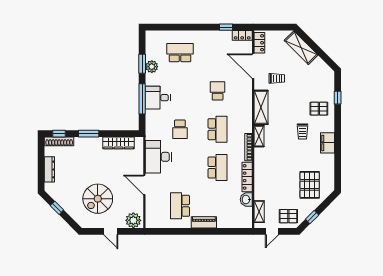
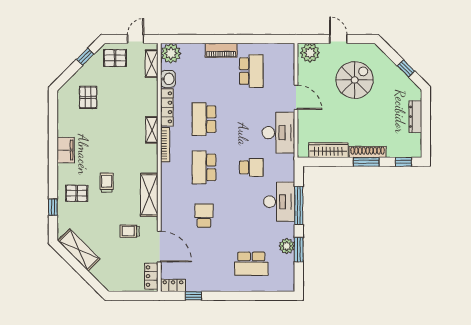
shelving: (301, 48) -> (79, 250), moved
school desk: (218, 91) -> (204, 216), turned 180
desk: (158, 98) -> (279, 202), width x1.37
school desk: (180, 129) -> (251, 167), turned 90
trolley: (303, 132) -> (107, 183), moved
shelving: (259, 136) -> (152, 130), moved
shoe rack: (59, 141) -> (368, 152), moved
pallet: (310, 185) -> (88, 97), width x0.67, depth x0.71
plant: (244, 220) -> (171, 53), added

